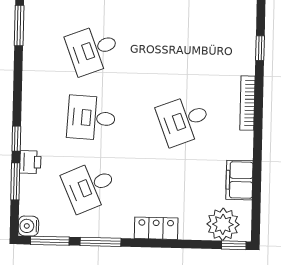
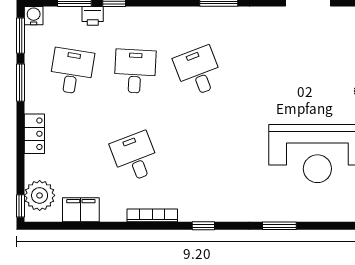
desk: (90, 186) -> (72, 71), turned 33

